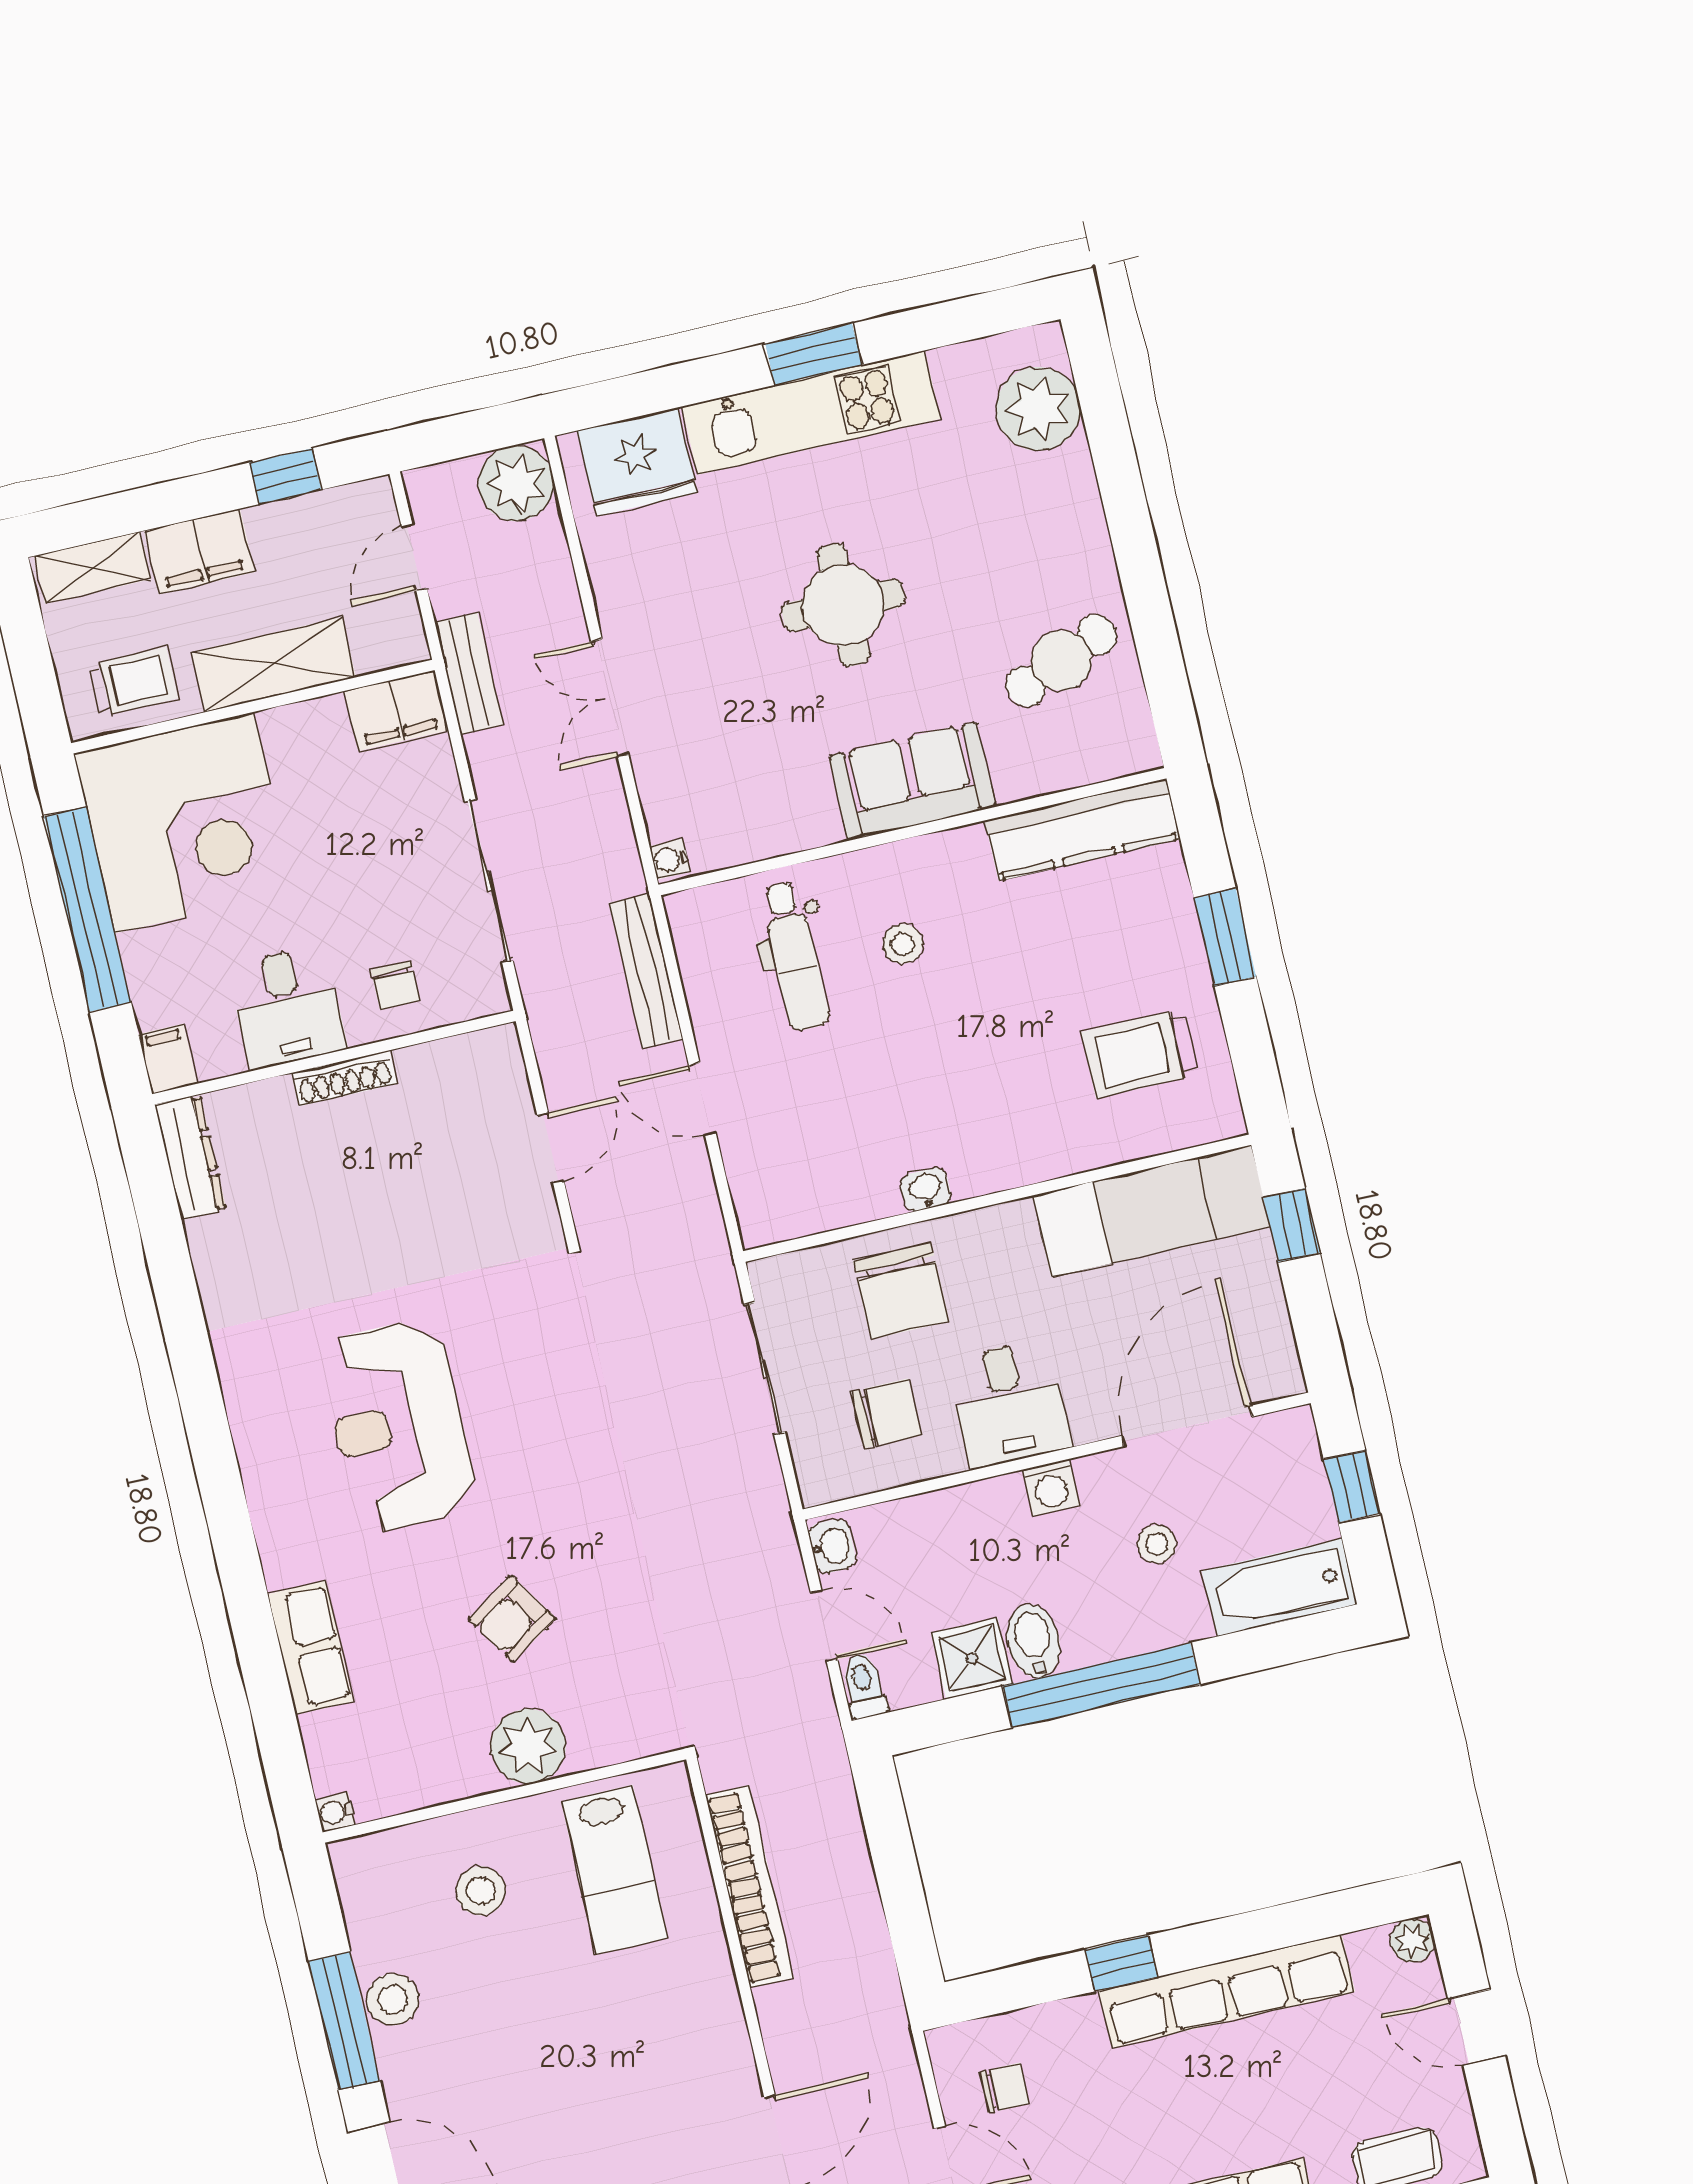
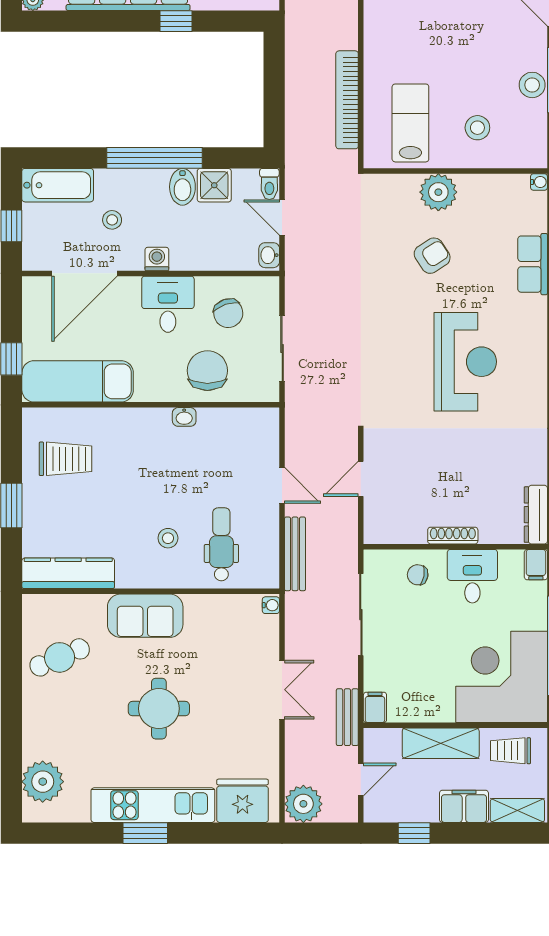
filing cabinet: (397, 711) -> (375, 707), width x0.50
chair: (395, 985) -> (418, 575), turned -80
chair: (886, 1413) -> (228, 313), turned -109

